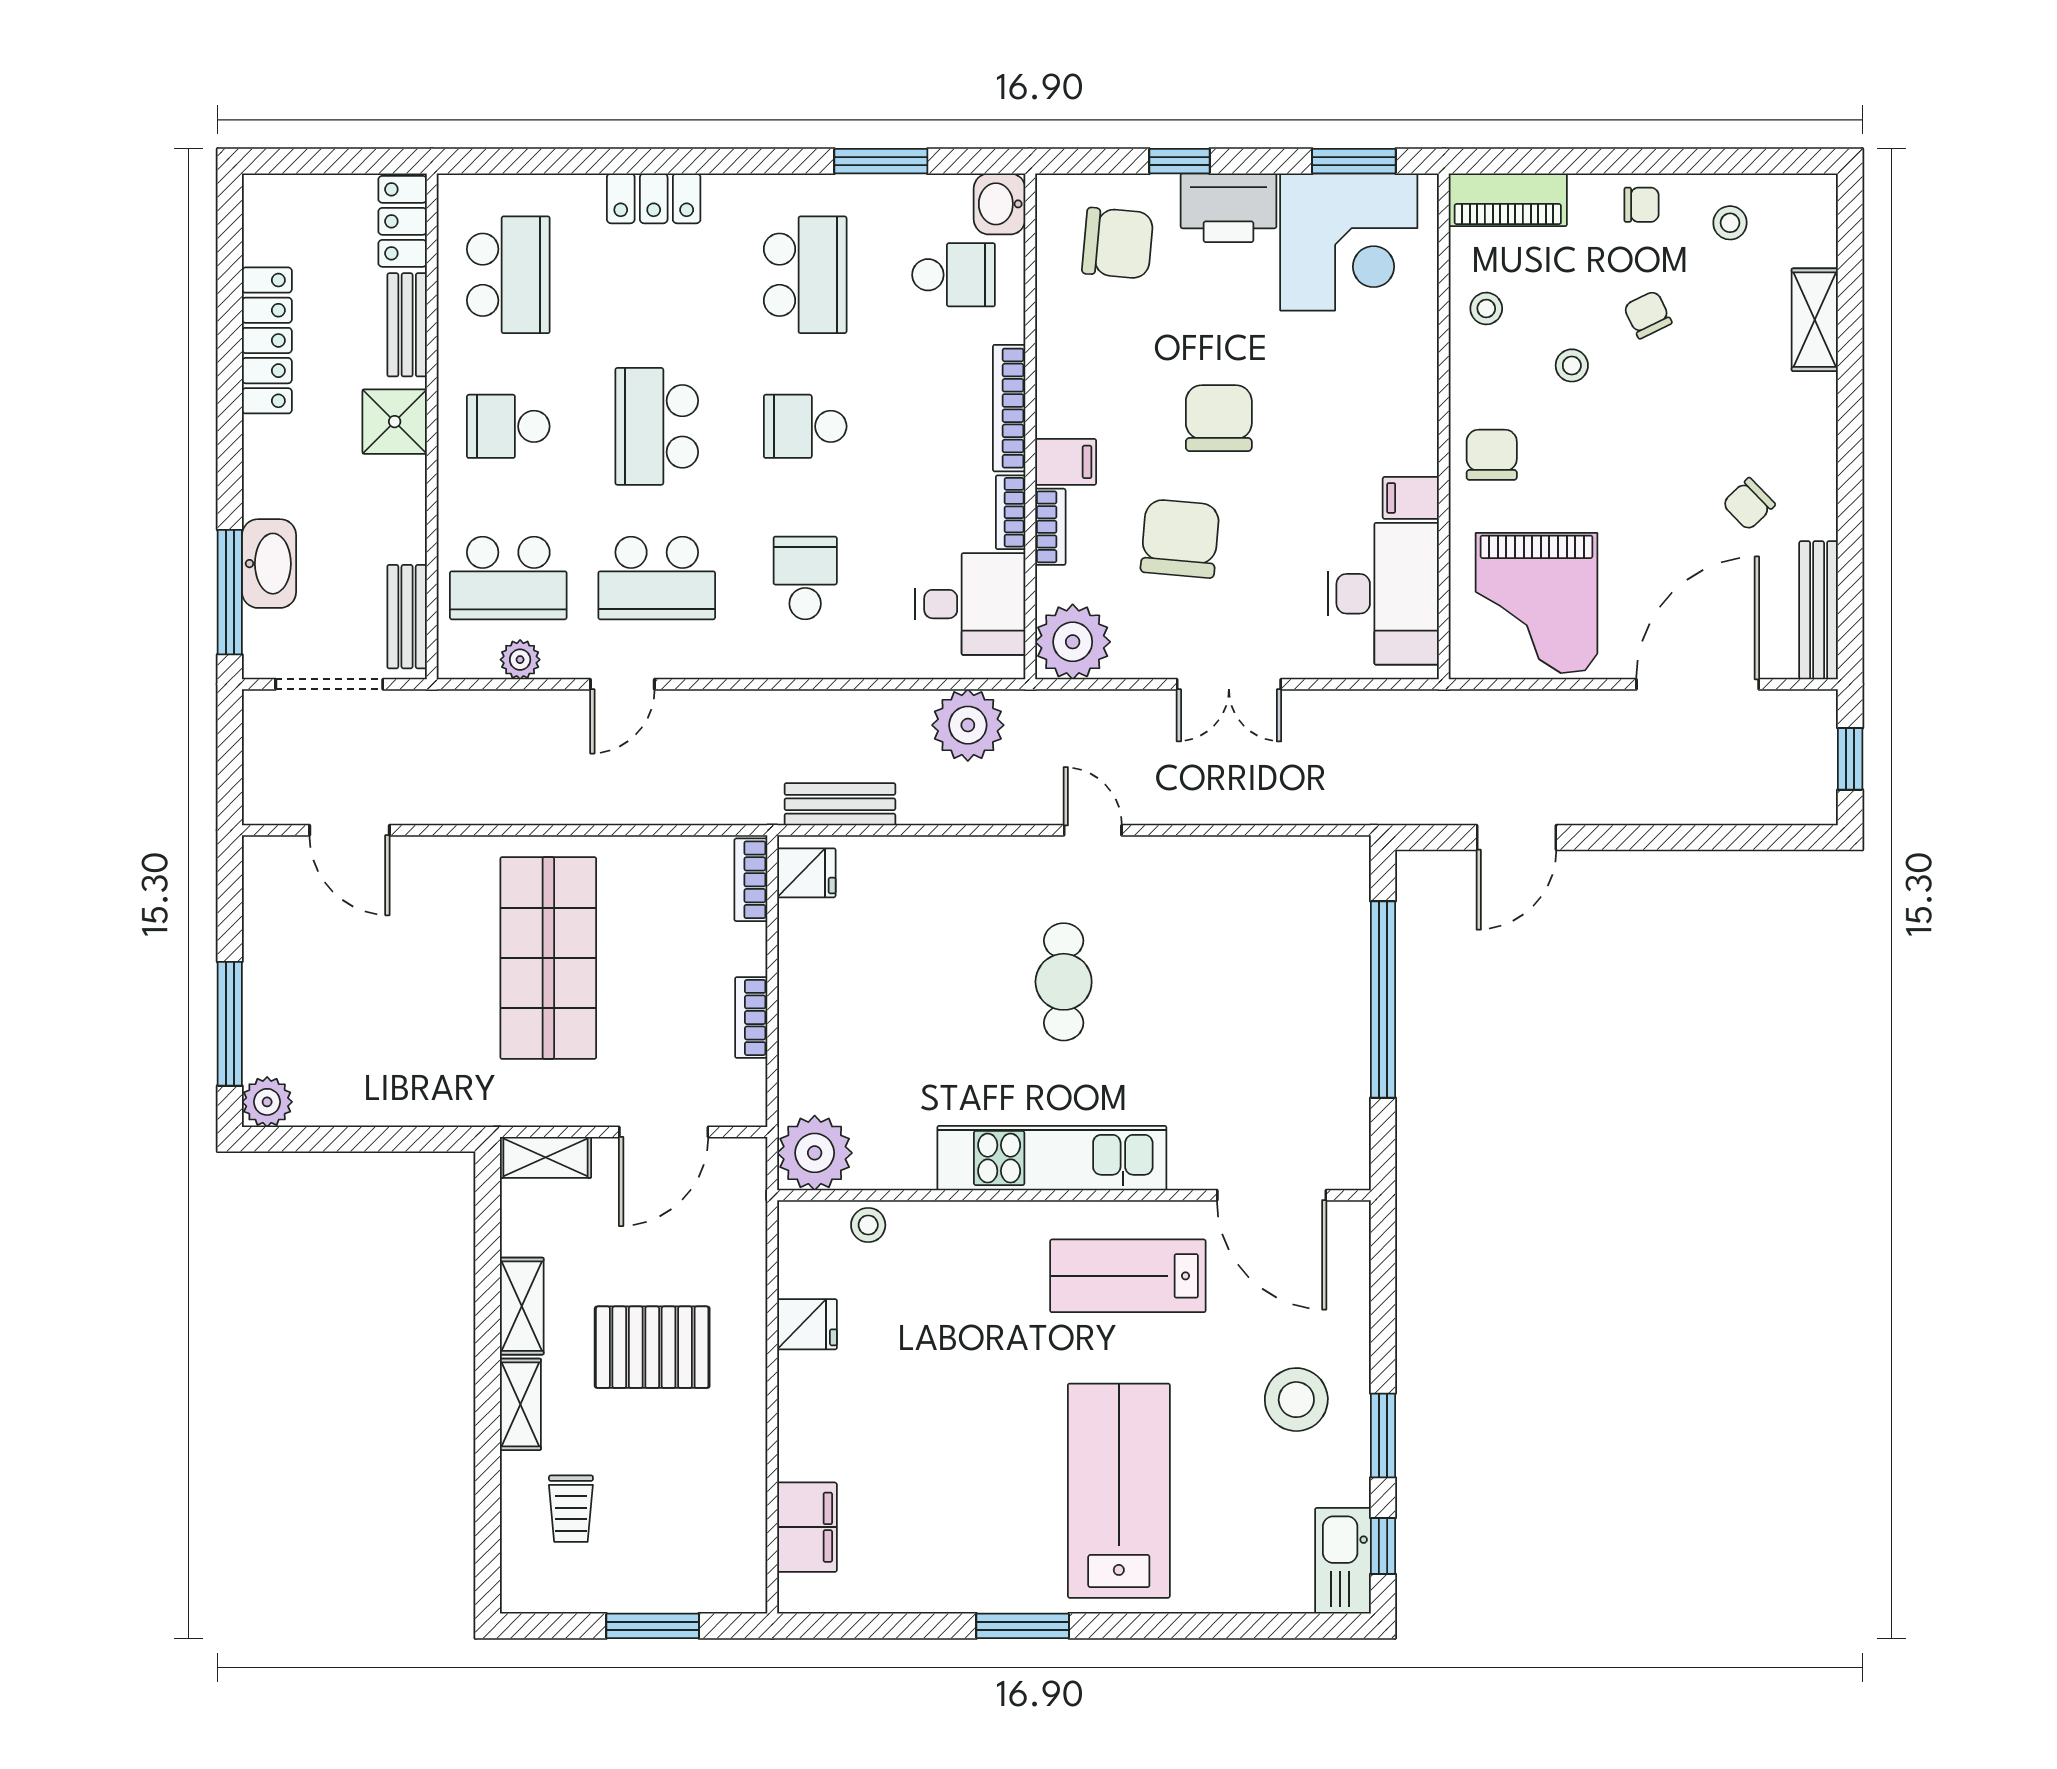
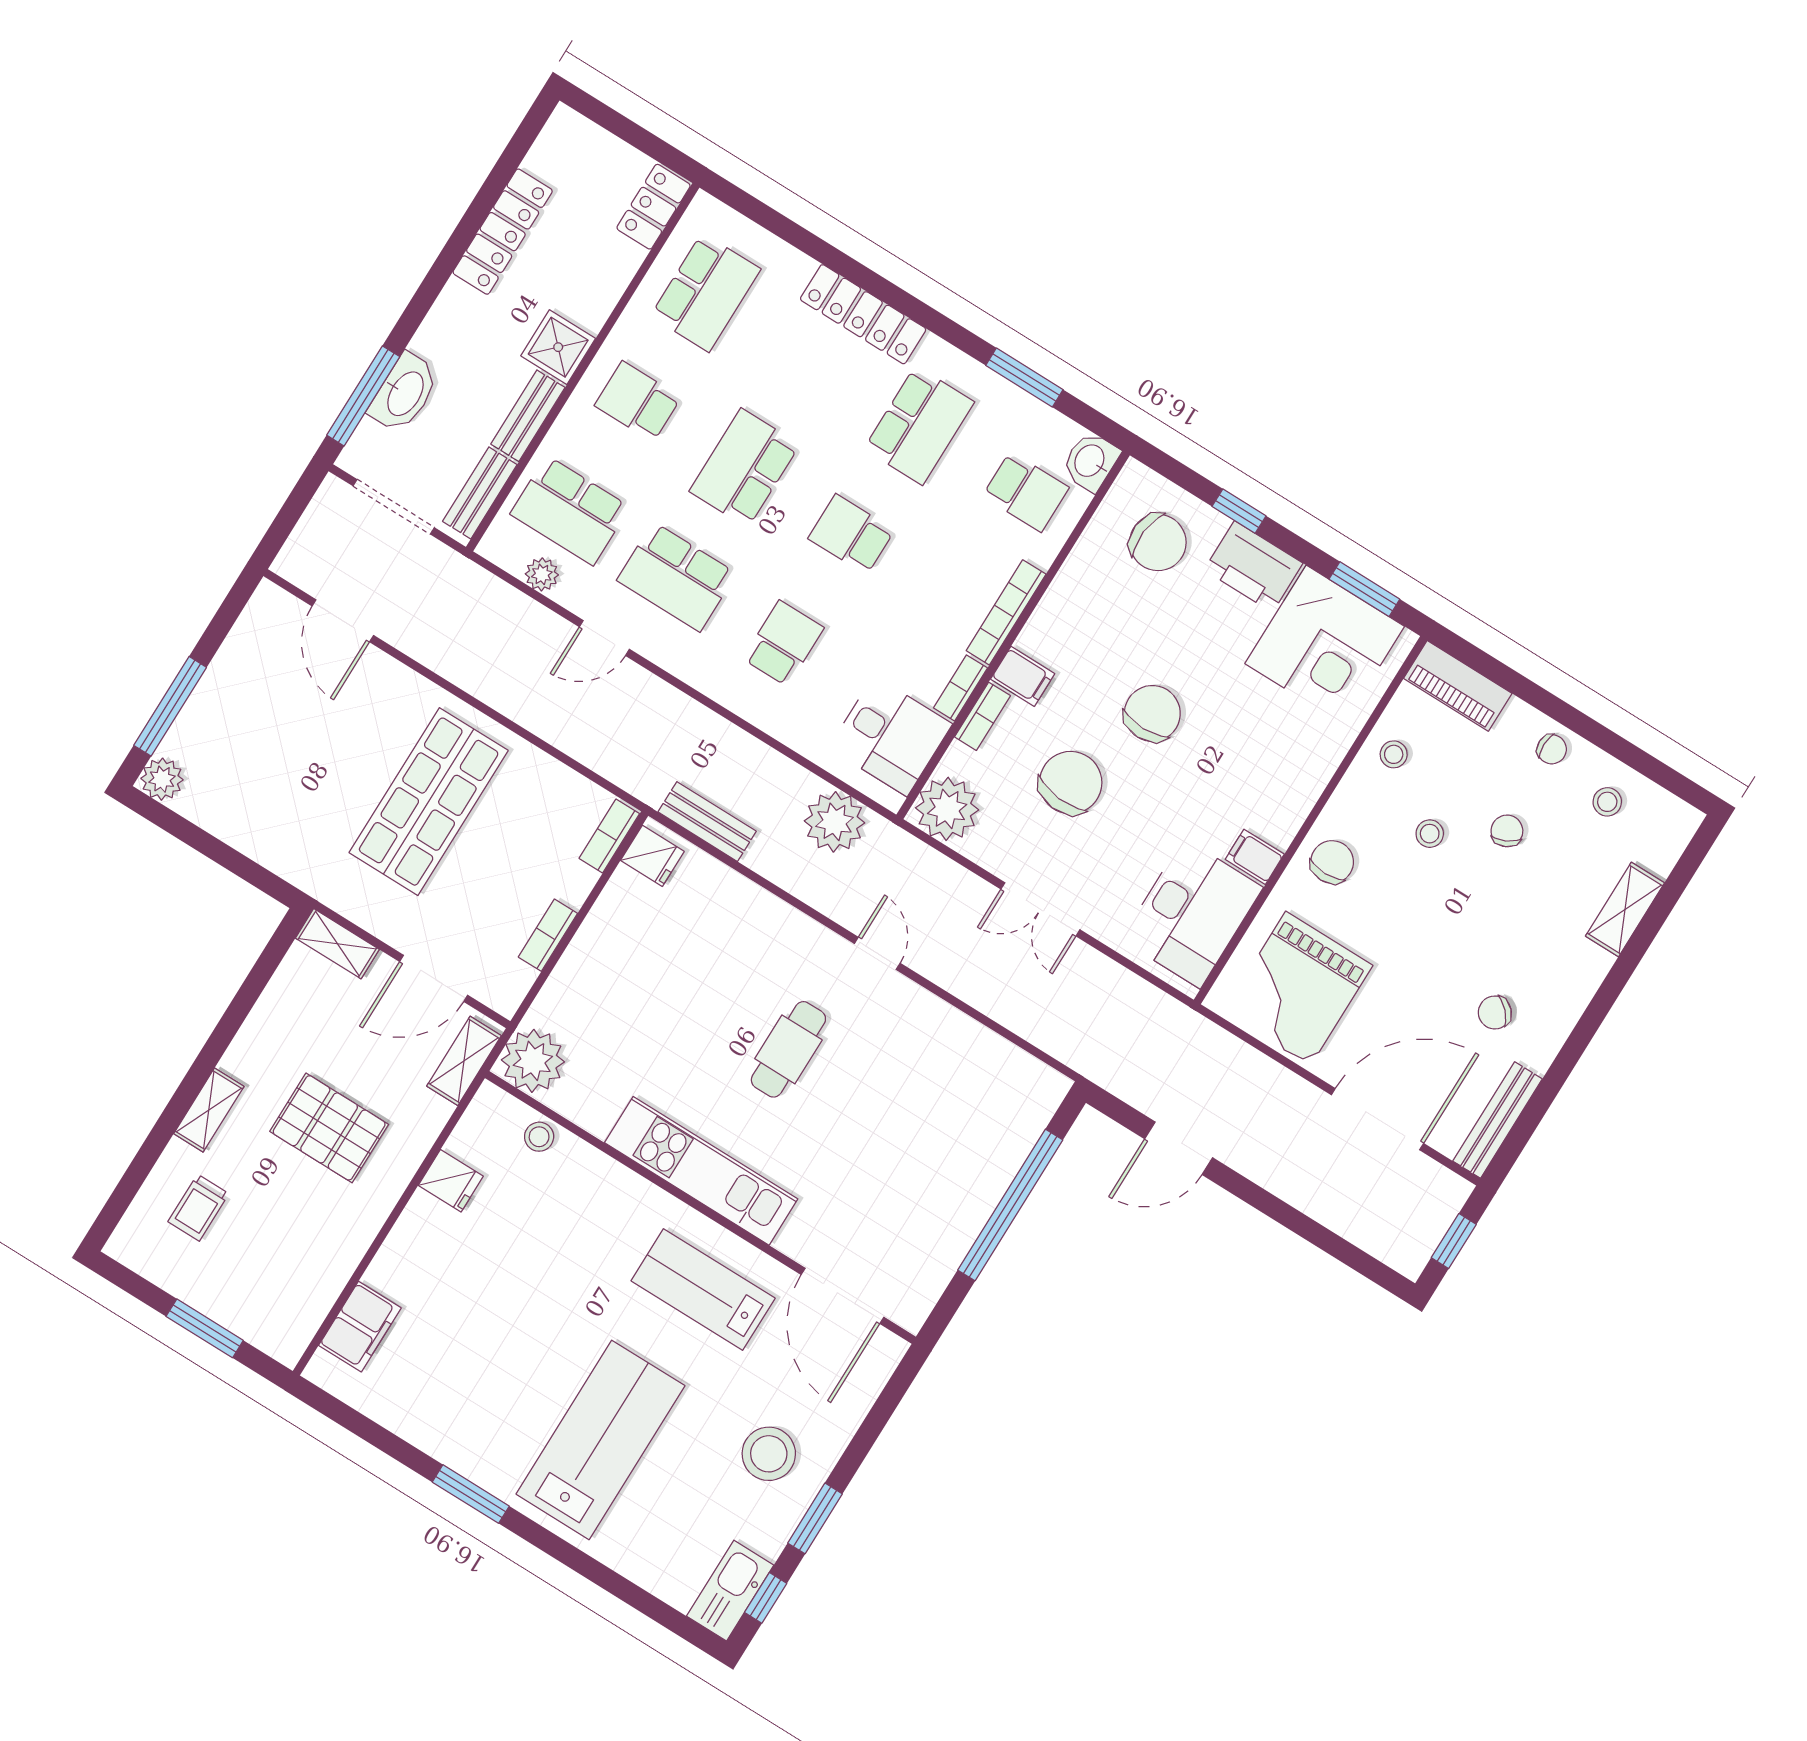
locker: (654, 198) -> (863, 314), width x1.53
bench: (407, 325) -> (528, 416), moved
shelving: (522, 1306) -> (464, 1061), moved

